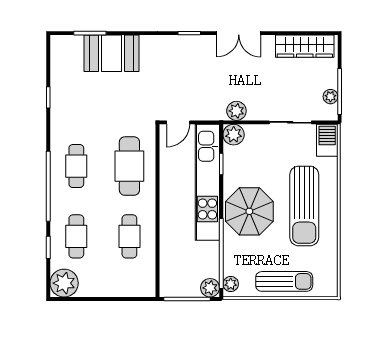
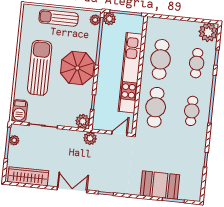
plant: (236, 111) -> (90, 138), moved
kitchen unit: (207, 182) -> (130, 73), moved, turned 180
cafe table: (129, 236) -> (161, 59), width x1.37, depth x1.35

